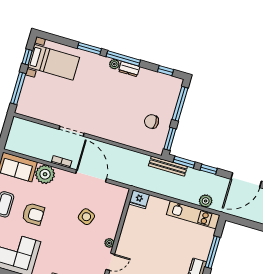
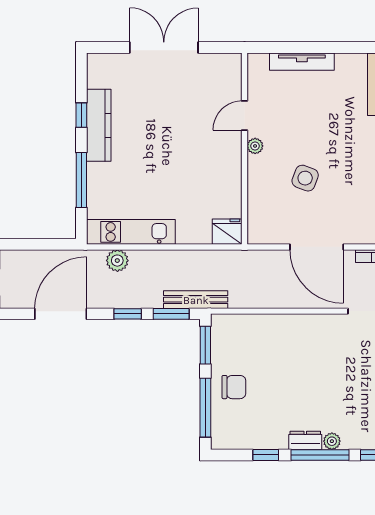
window: (166, 71) -> (266, 455), moved
chair: (152, 122) -> (234, 387), moved

